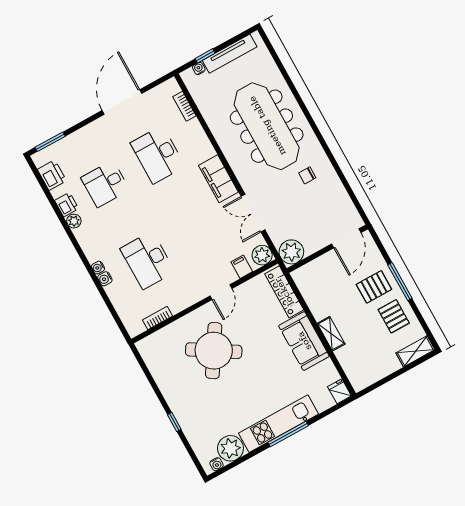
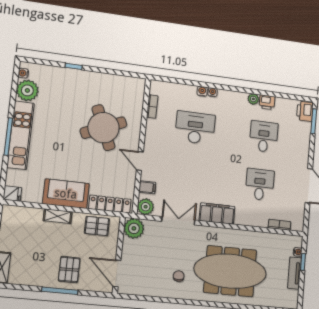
tv unit: (230, 54) -> (294, 273), width x0.71
desk: (158, 155) -> (260, 184), width x0.73
printer: (52, 175) -> (305, 111), moved, turned 90
pallet: (394, 316) -> (97, 226), moved
round table: (214, 351) -> (103, 128), turned 35

